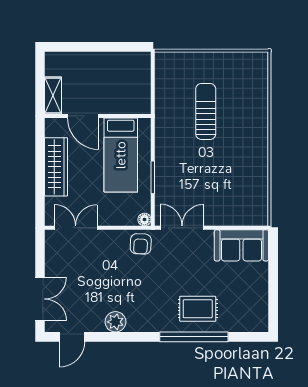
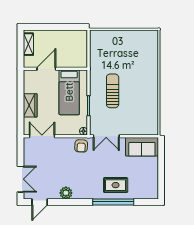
shelving: (53, 96) -> (28, 44), moved
sun lounger: (206, 111) -> (113, 91), moved
door: (83, 116) -> (46, 69), swing flipped
wardrobe: (56, 167) -> (30, 105), width x0.67
double door: (182, 228) -> (106, 136), swing flipped

